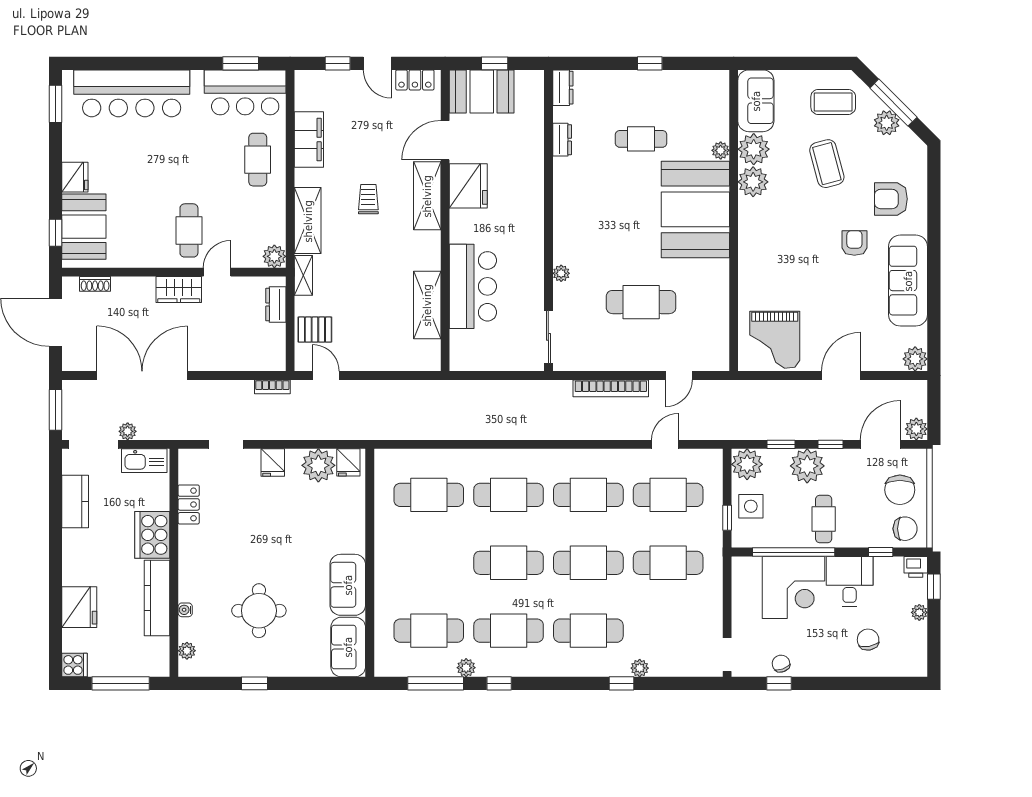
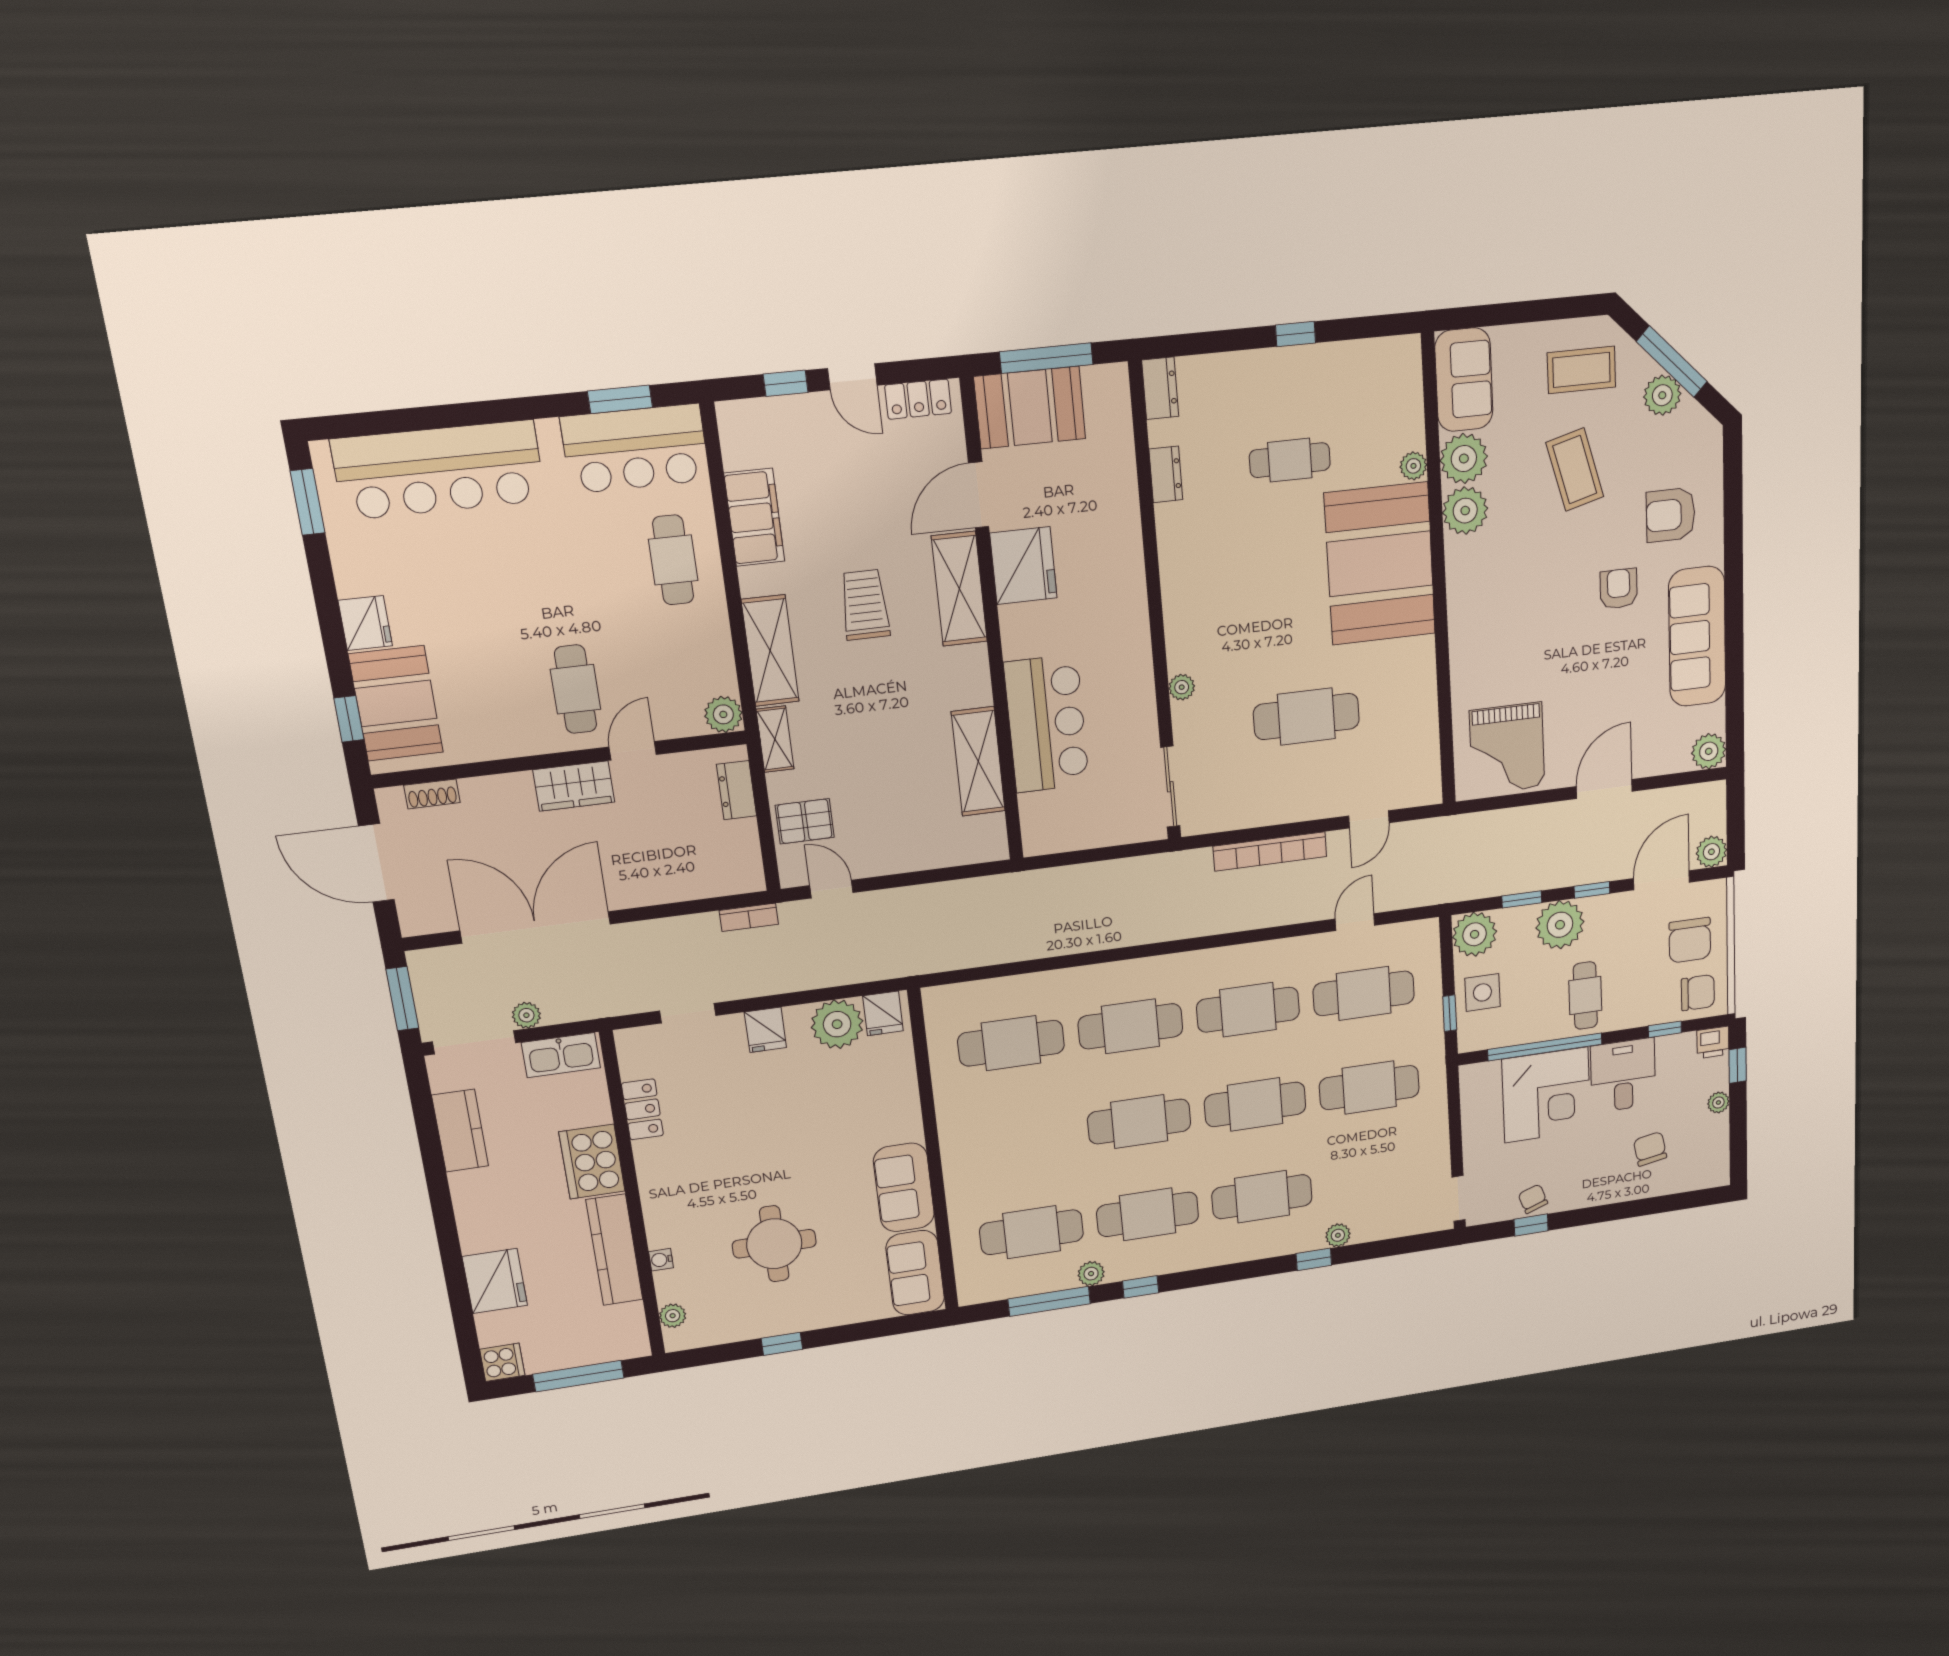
window: (495, 63) -> (1046, 358), width x2.17
trolley: (368, 199) -> (865, 605), width x1.36, depth x1.39

